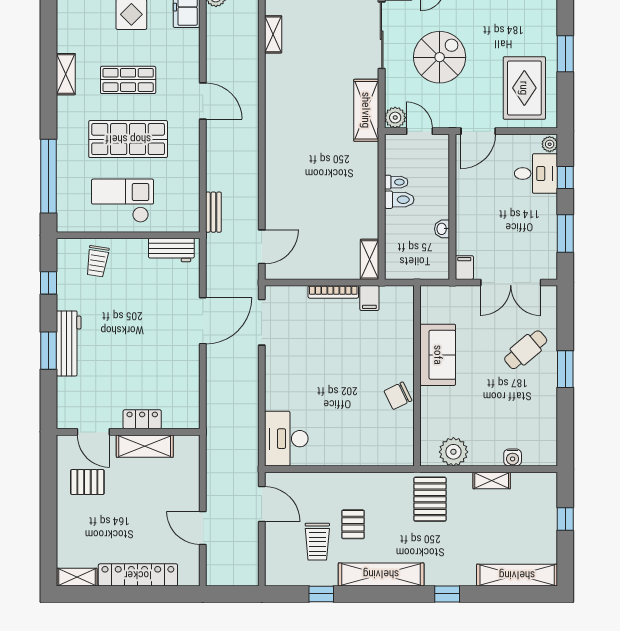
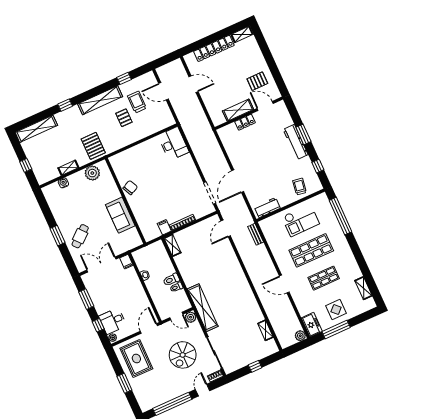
shelving: (66, 74) -> (363, 288), moved
shelving: (366, 110) -> (203, 308), width x1.47
door: (262, 504) -> (163, 91), moved

